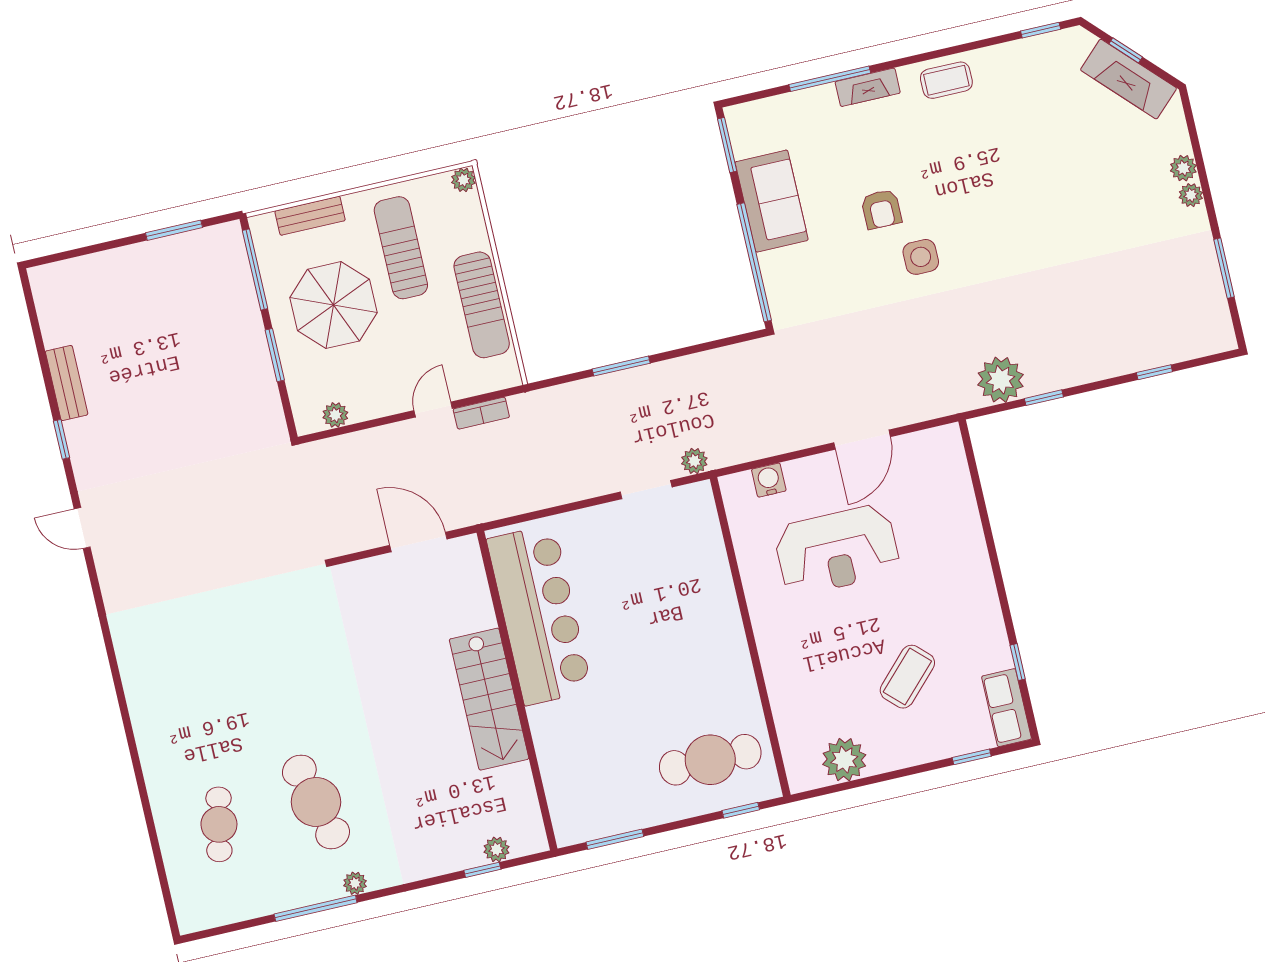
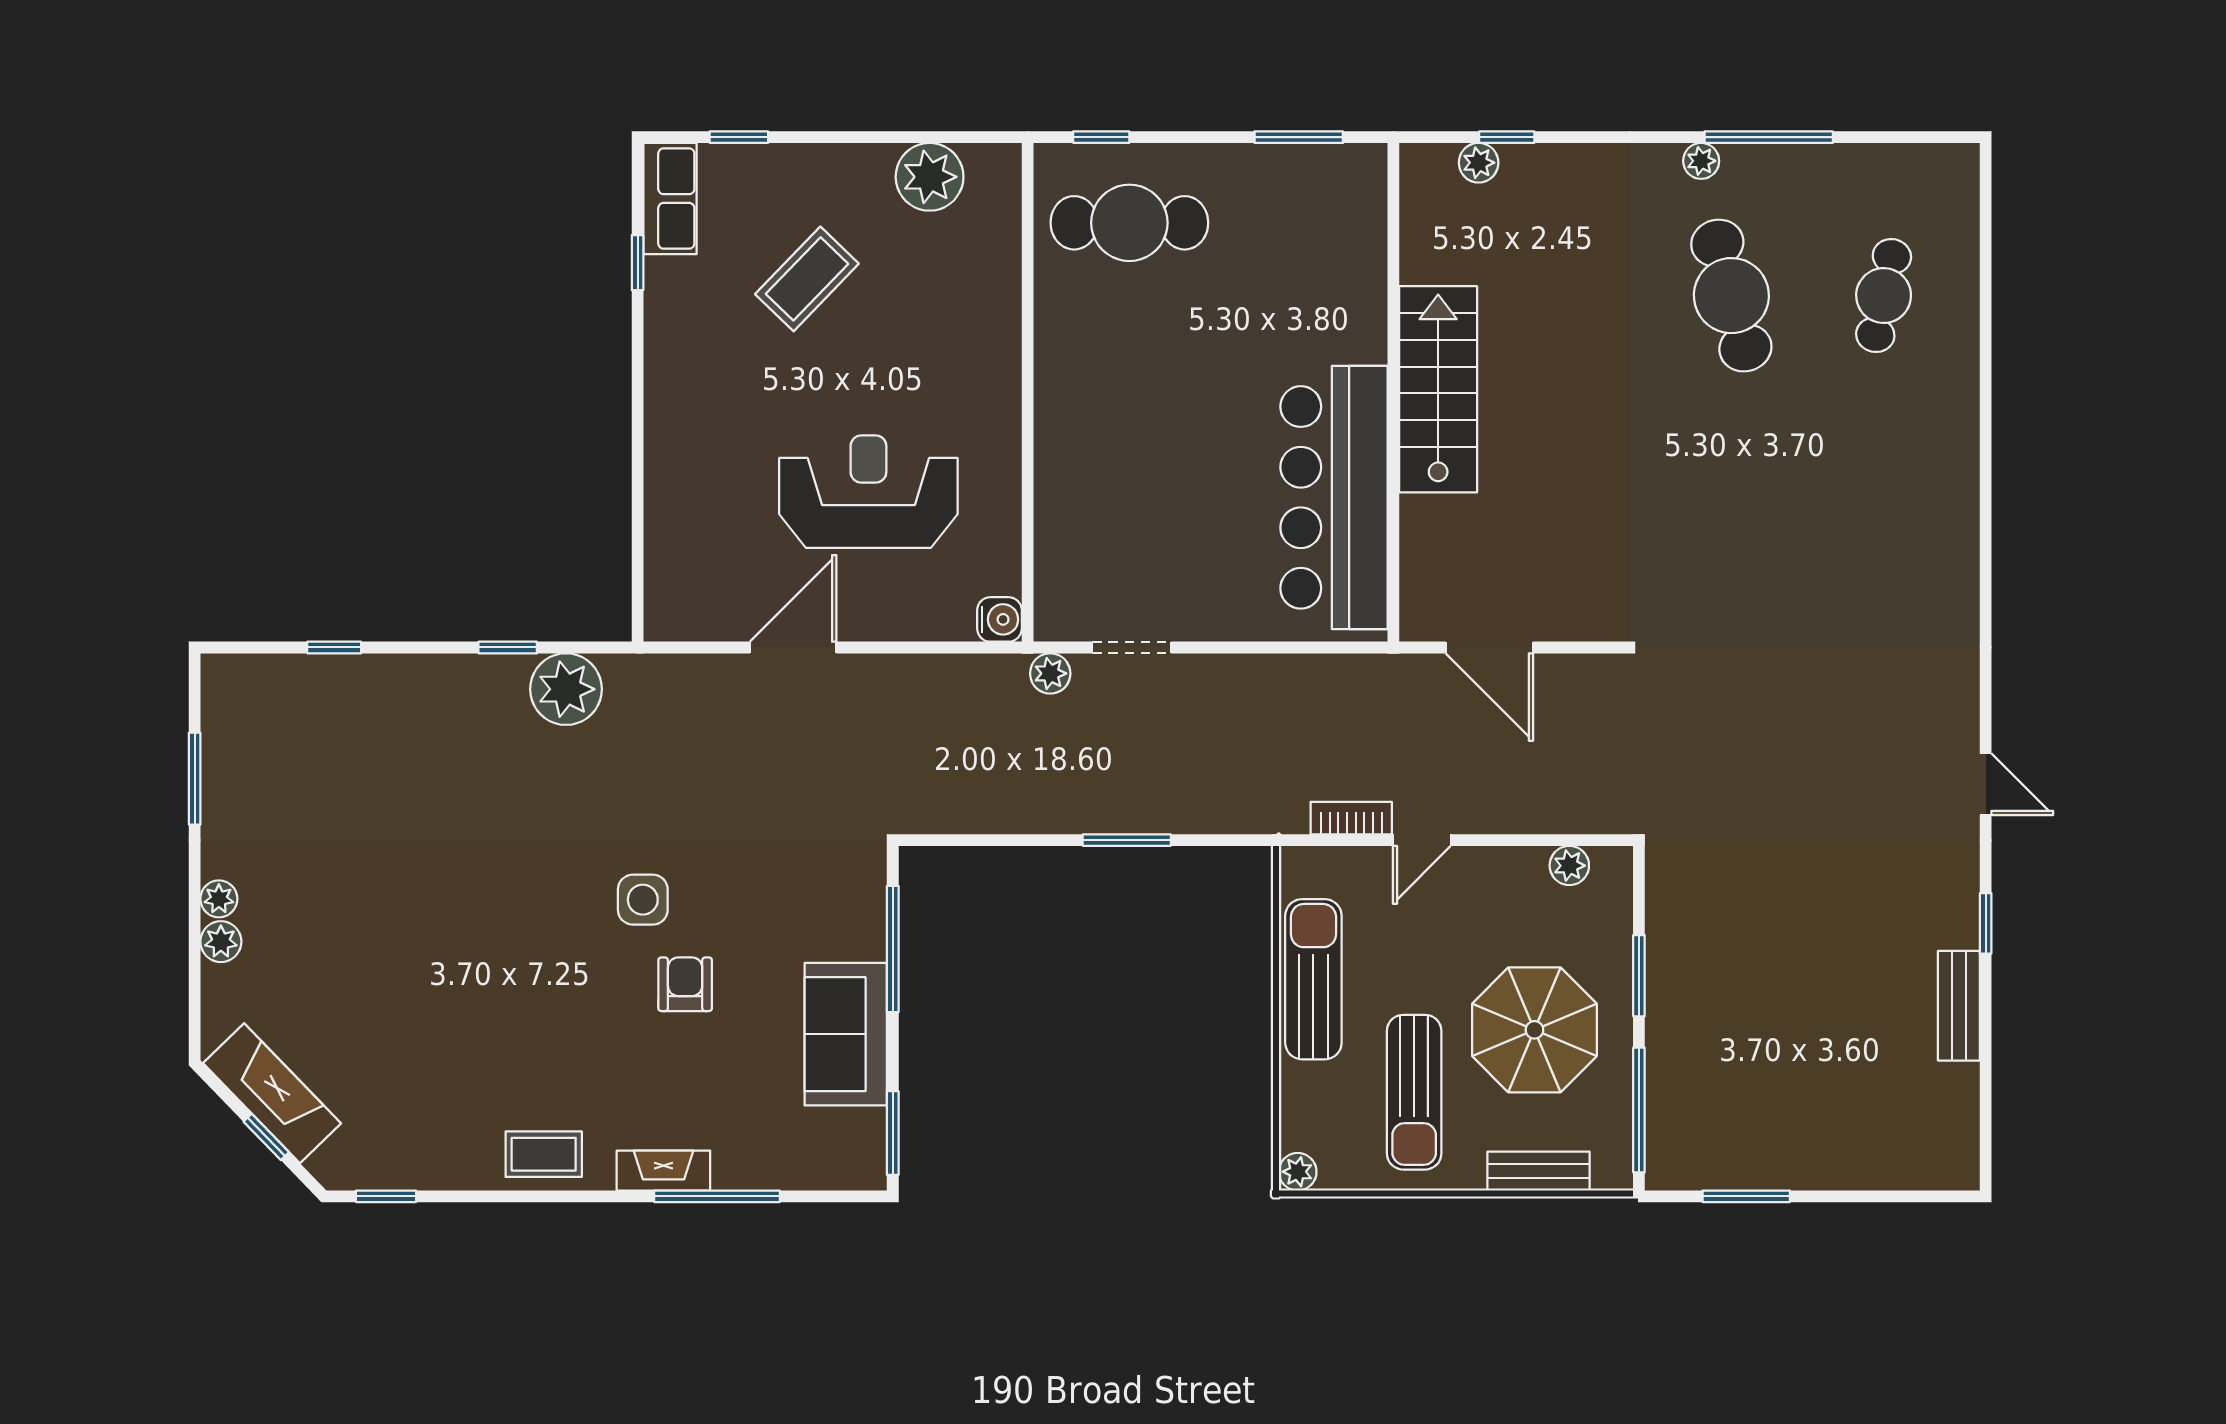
window: (754, 262) -> (893, 949), width x0.68
water cooler: (769, 480) -> (999, 619), moved, turned -90

